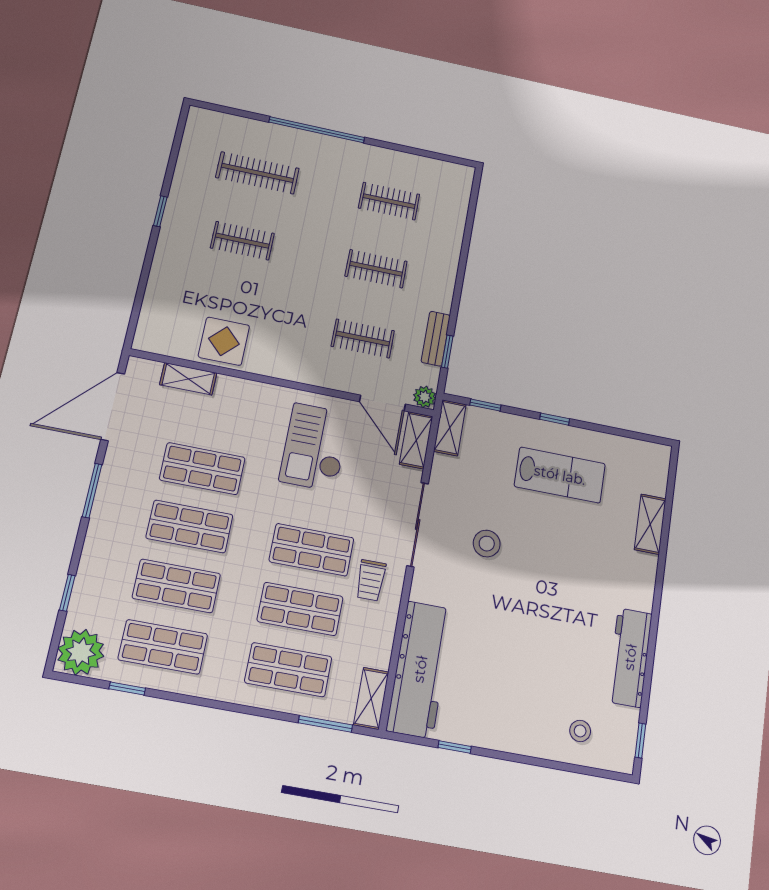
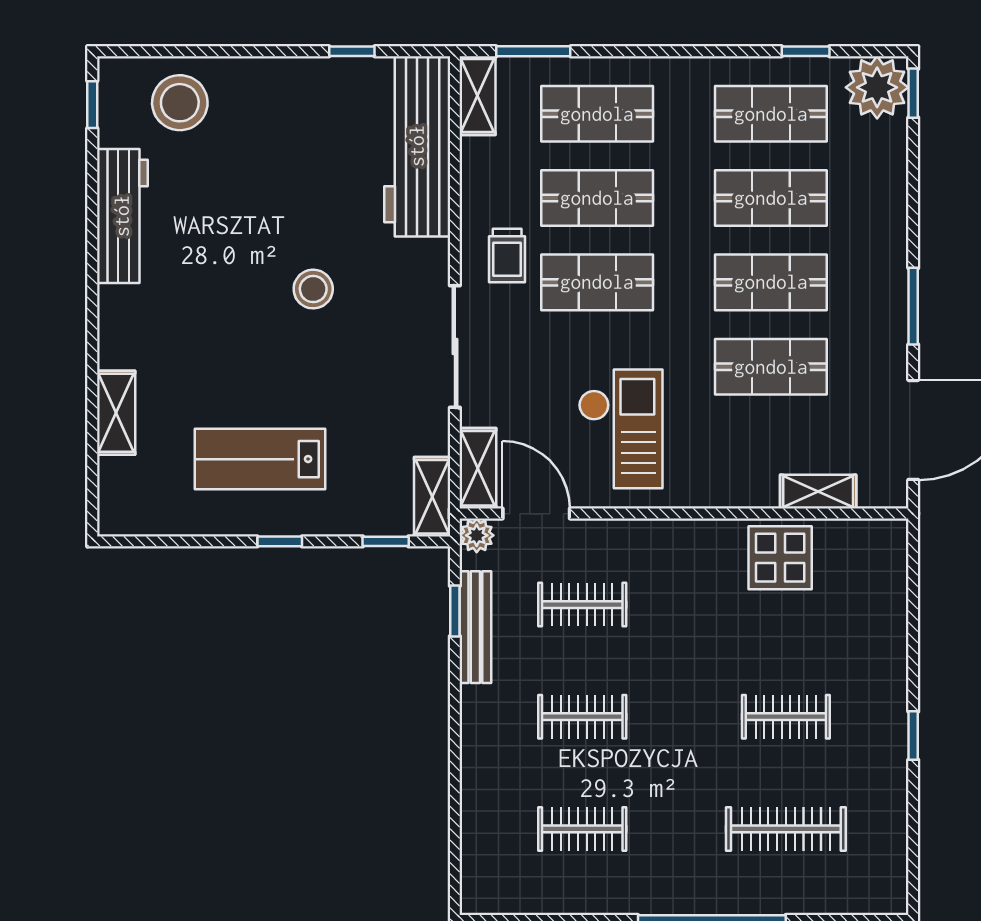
bench: (436, 339) -> (475, 627), width x1.36
stool: (487, 544) -> (313, 289), moved
trolley: (371, 580) -> (507, 255), turned 180
window: (67, 593) -> (913, 93), moved
stool: (580, 731) -> (180, 103), width x1.89, depth x1.89

